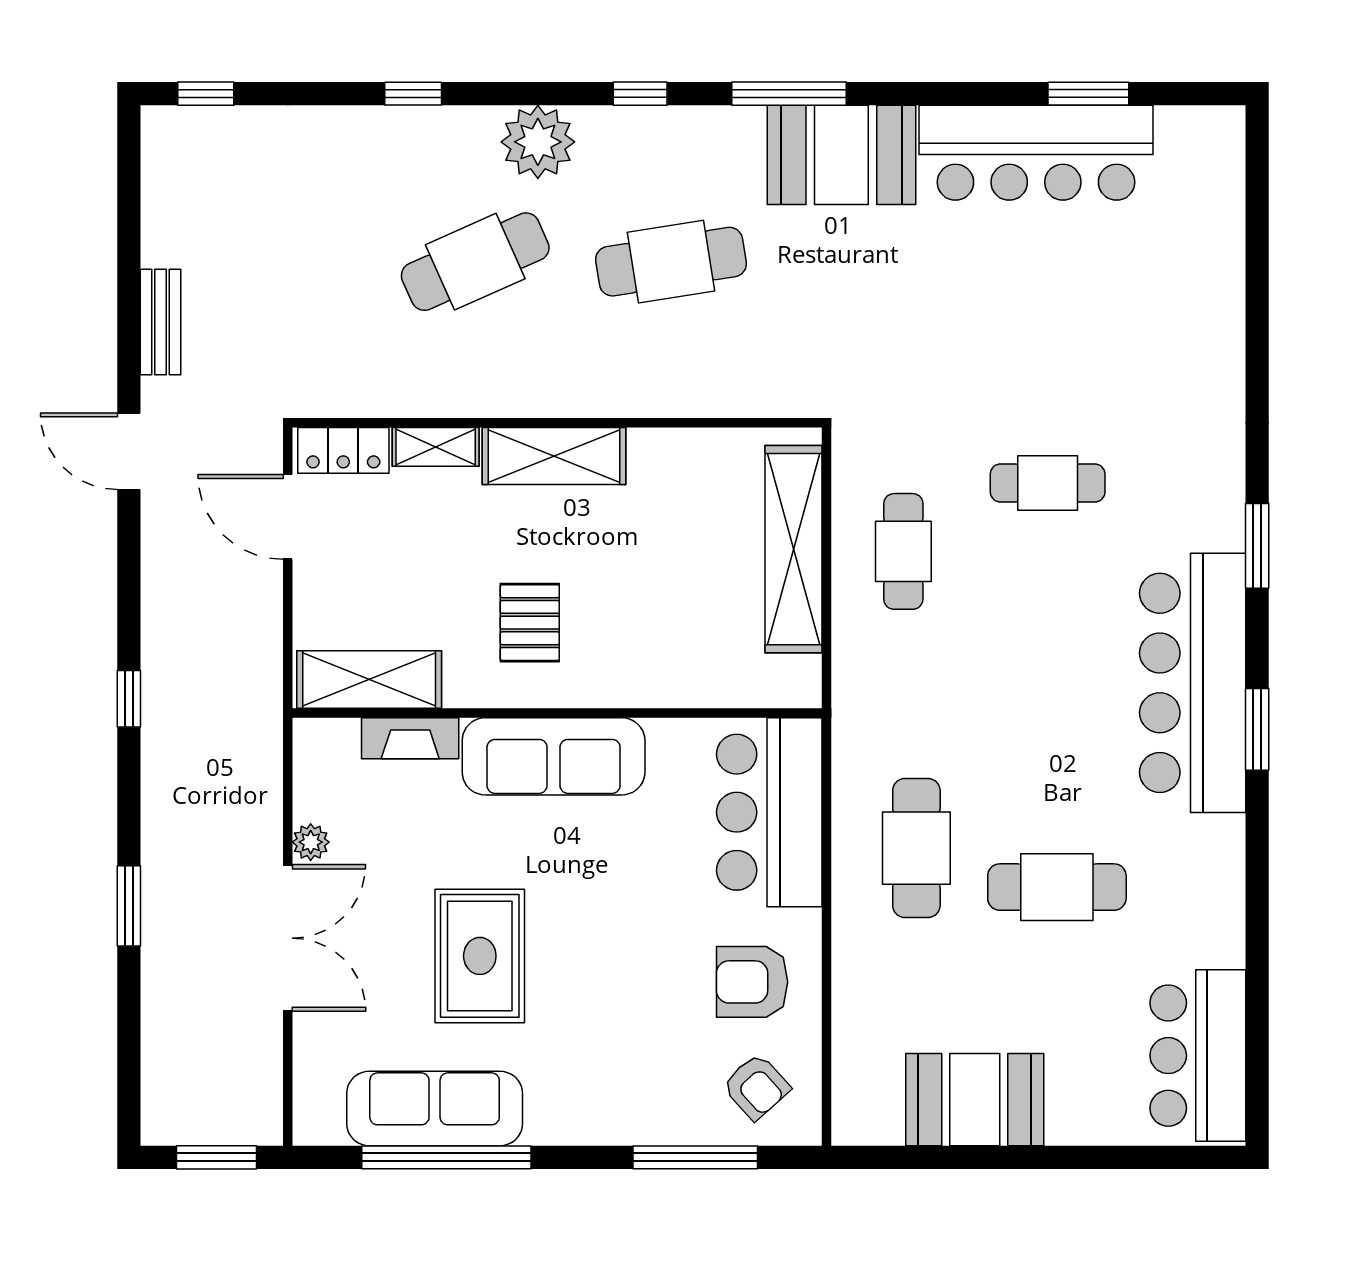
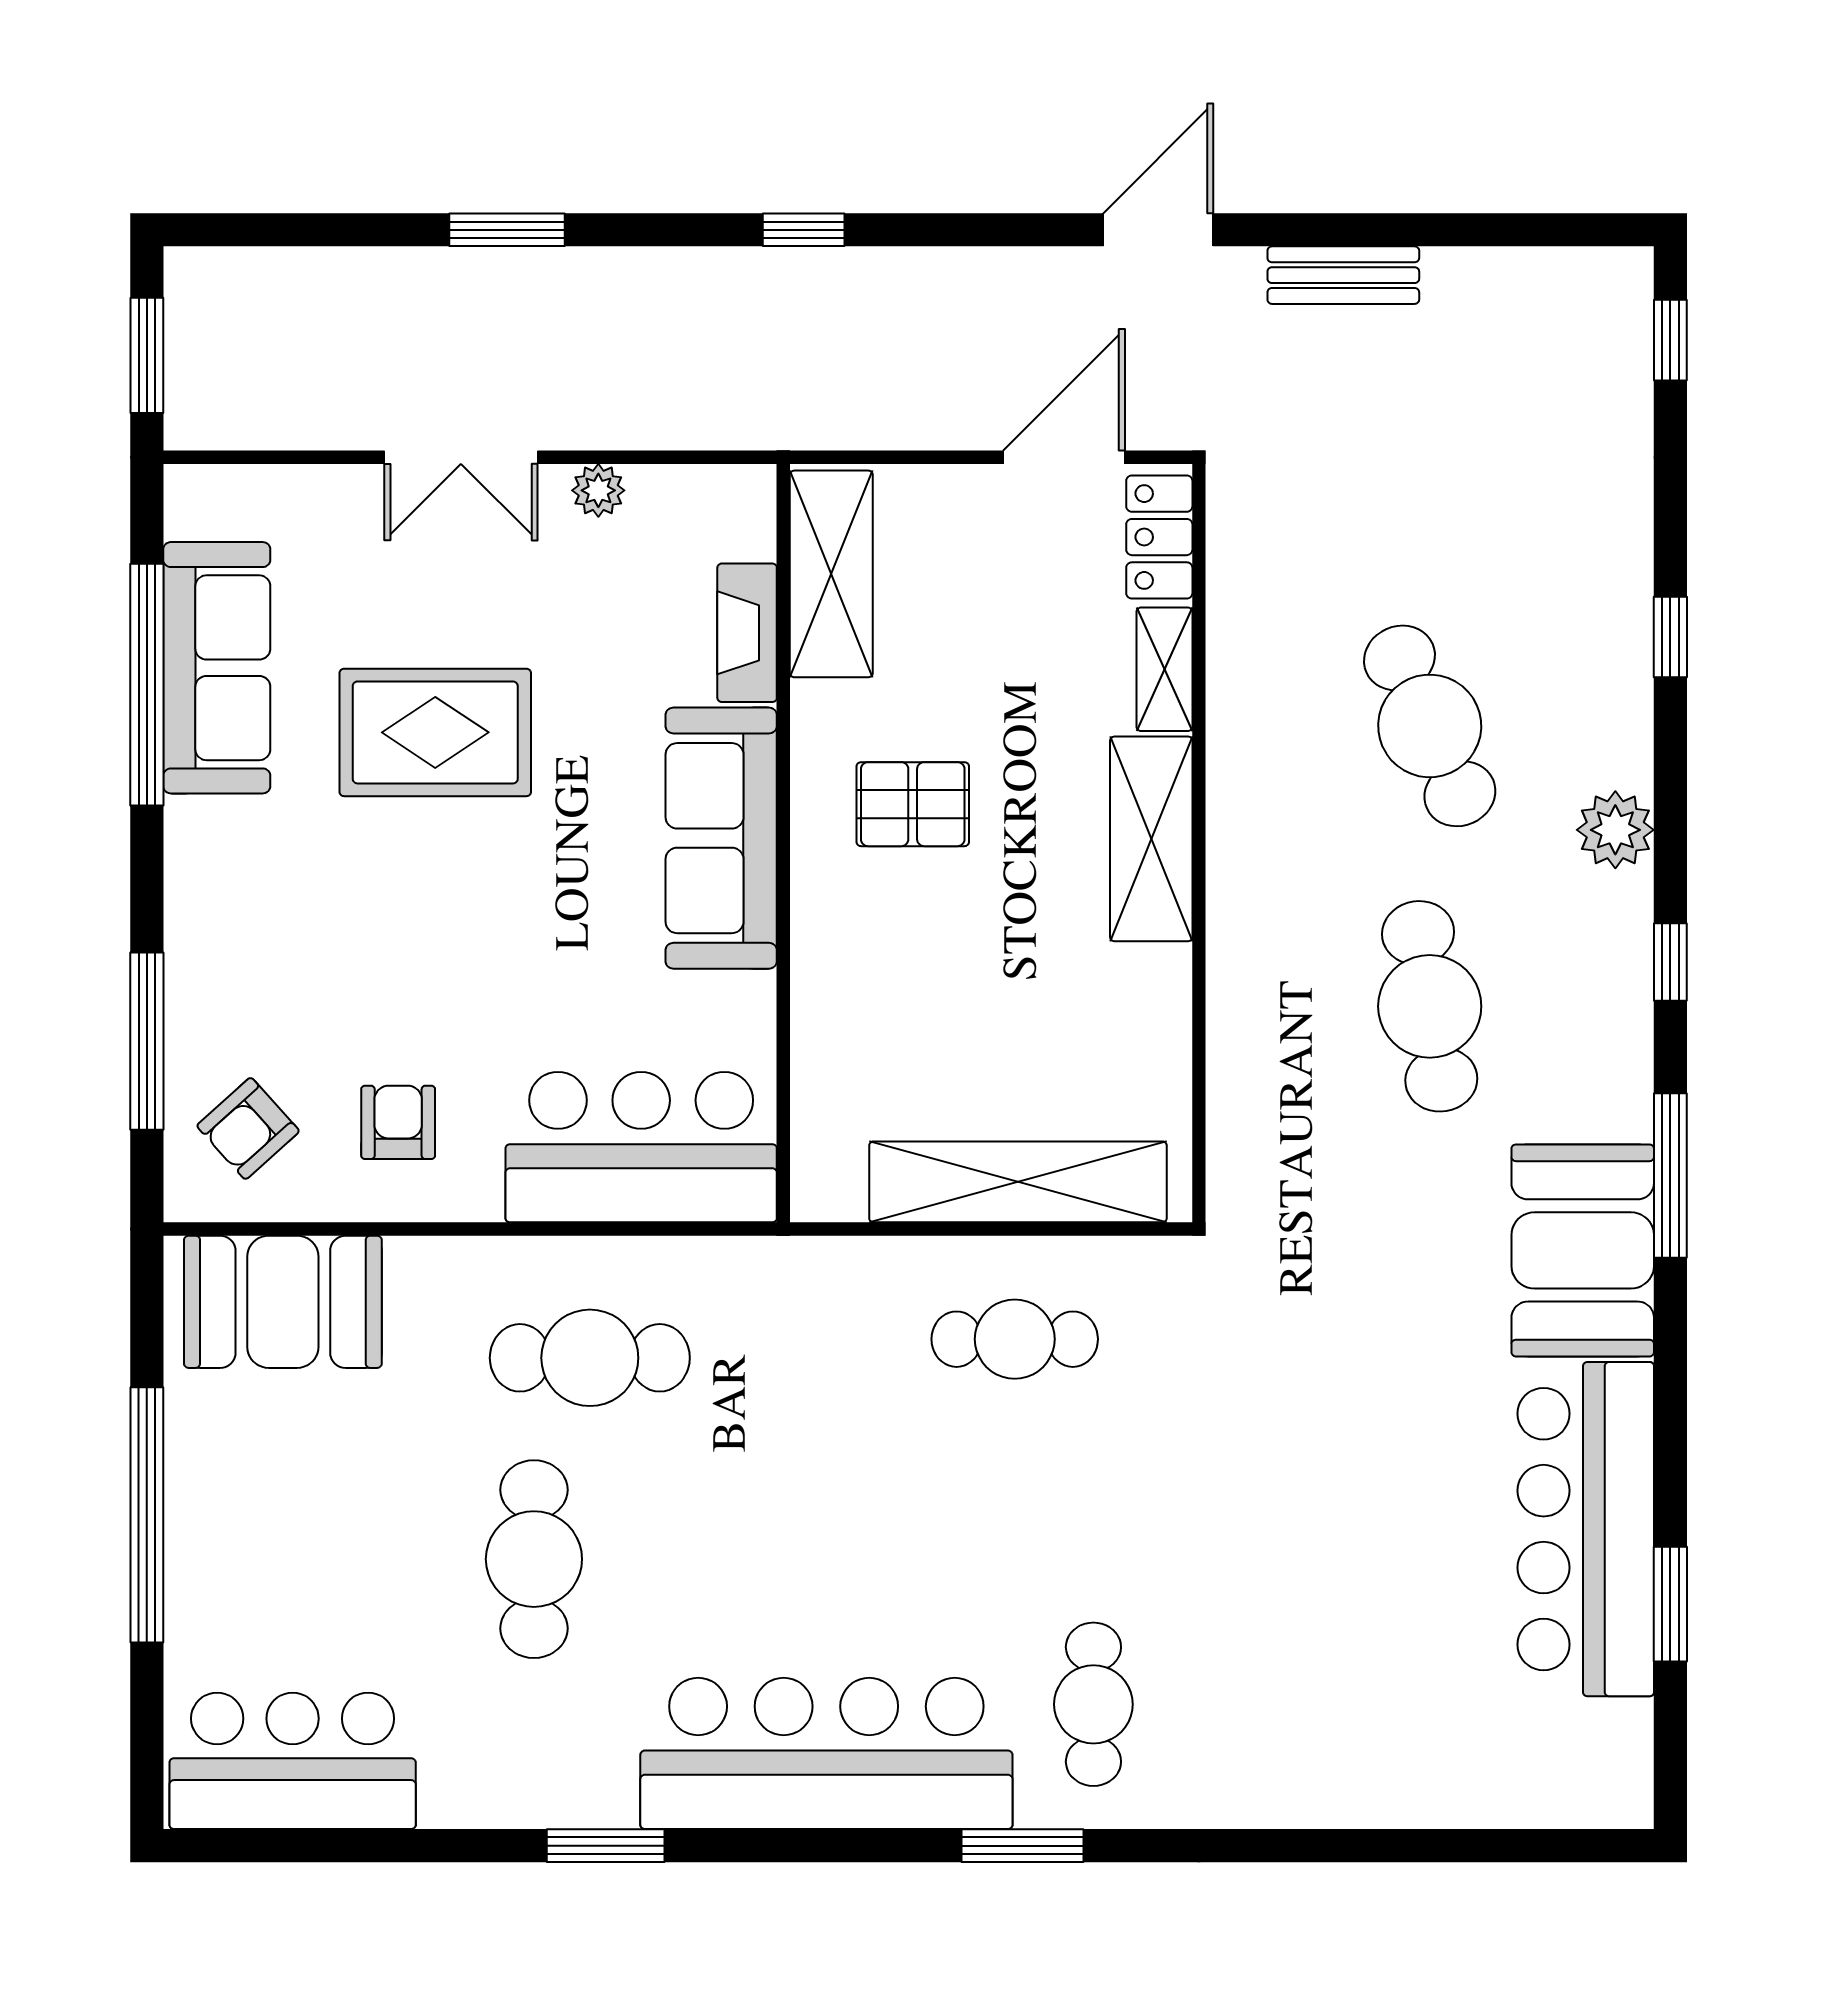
plant: (538, 142) -> (1615, 830), width x0.73, depth x0.73
cafe table: (1048, 483) -> (1093, 1704), moved
window: (1257, 729) -> (606, 1846), moved
double door: (288, 938) -> (461, 457), width x0.73
armchair: (752, 982) -> (398, 1122), width x0.72, depth x0.72
booth: (975, 1100) -> (283, 1302), moved, turned 90
window: (1026, 1157) -> (147, 1515), added

